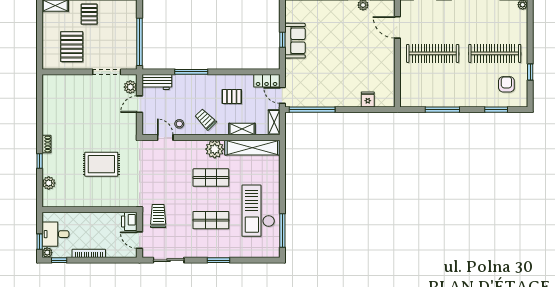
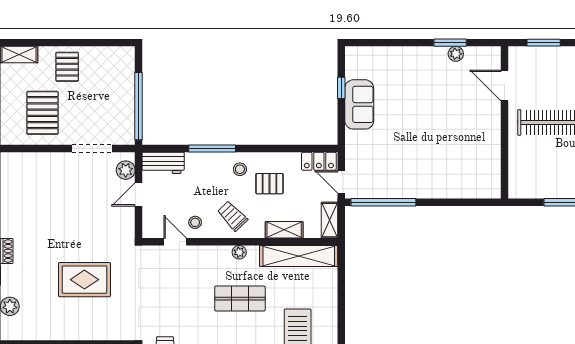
window: (282, 40) -> (341, 88), moved
stool: (211, 86) -> (240, 169), added
fridge: (368, 99) -> (462, 188), removed
plant: (215, 149) -> (239, 252), width x0.53, depth x0.53

